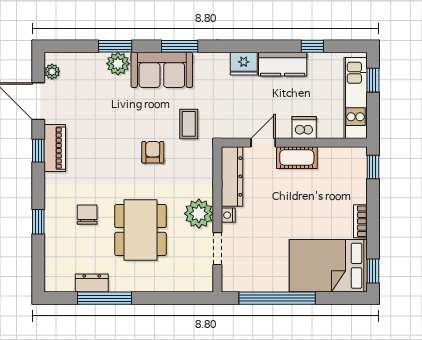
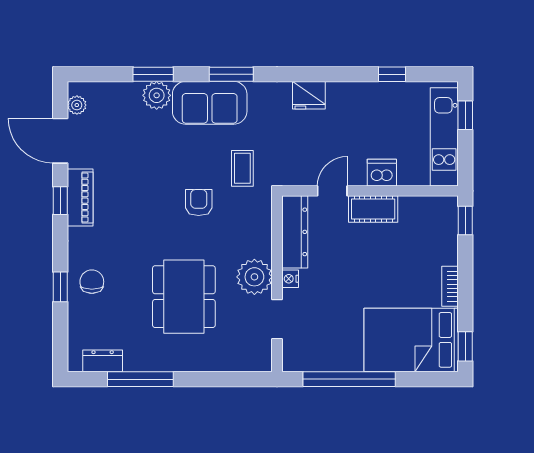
kitchen counter: (283, 64) -> (356, 96), removed
chair: (87, 215) -> (92, 282), moved
dresser: (92, 283) -> (103, 361), moved

